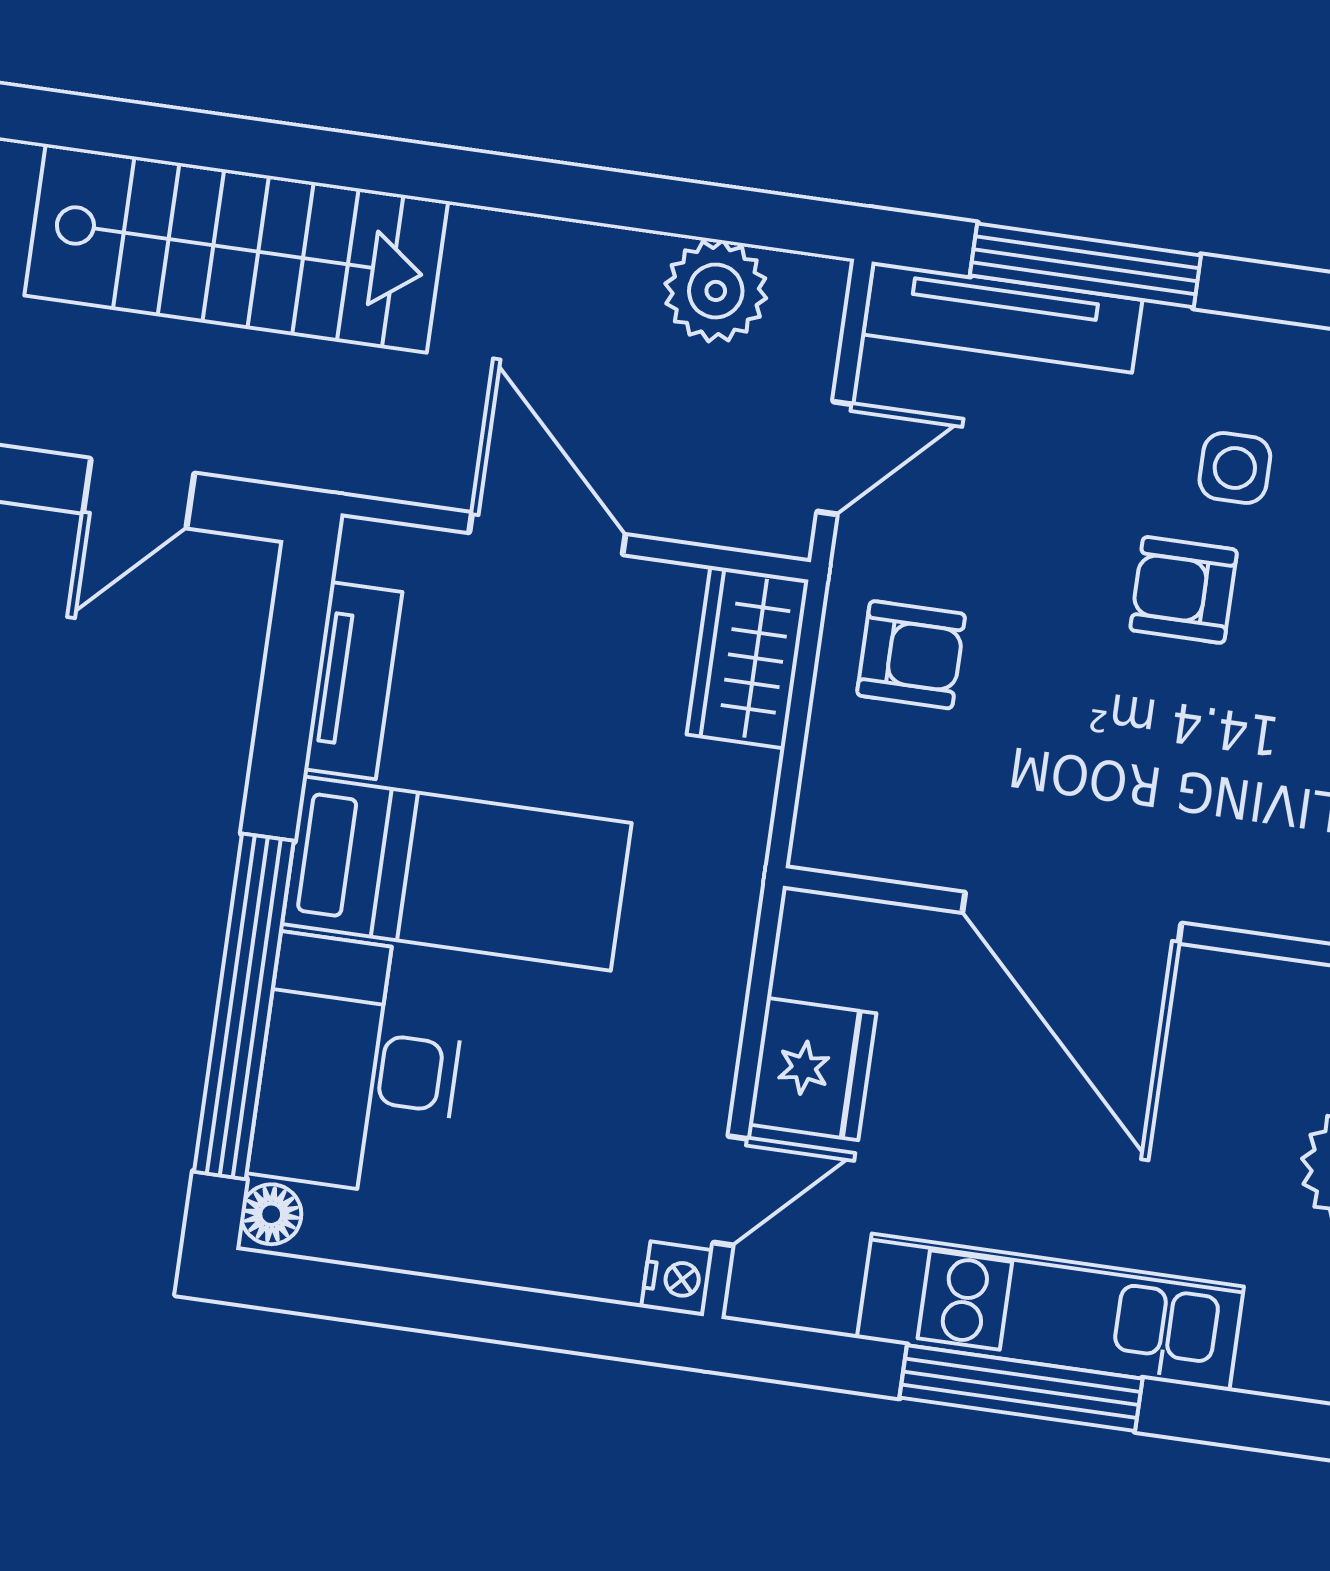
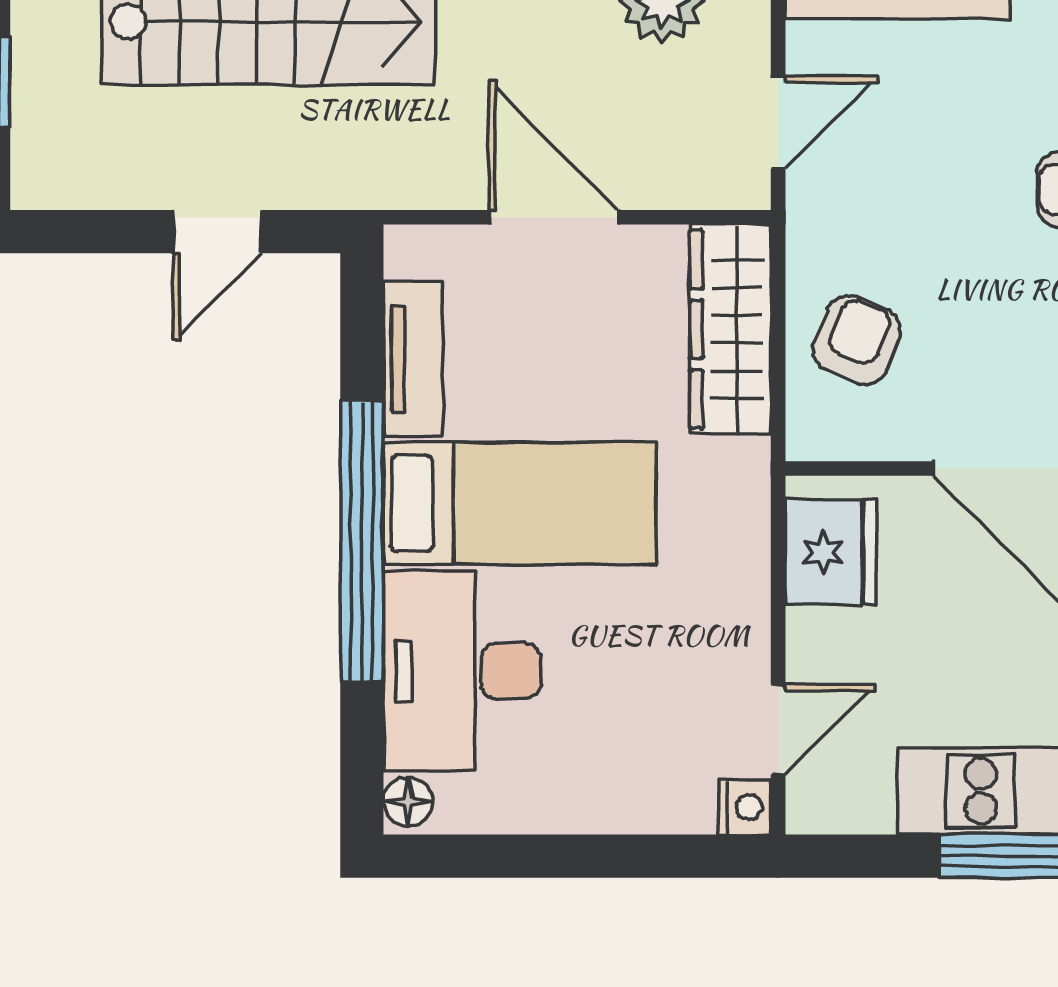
armchair: (911, 655) -> (856, 340), moved, turned -68
wardrobe: (748, 657) -> (730, 329), width x1.50
window: (244, 1006) -> (362, 541), moved
fridge: (813, 1069) -> (831, 552), moved

